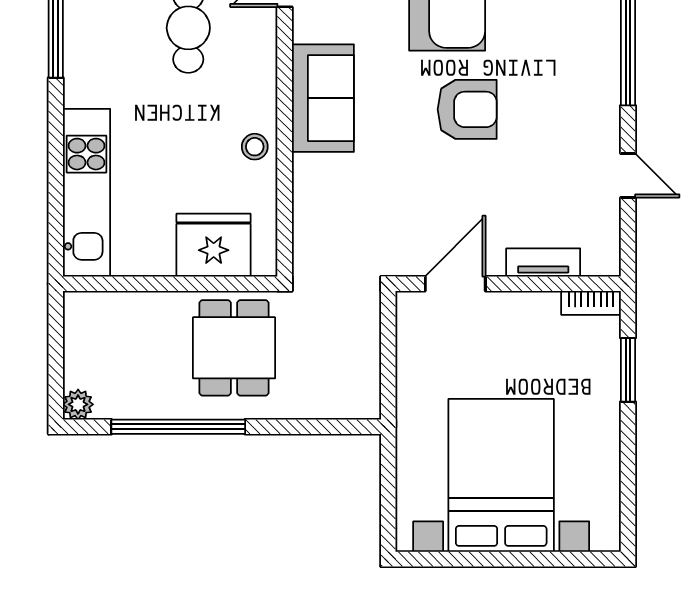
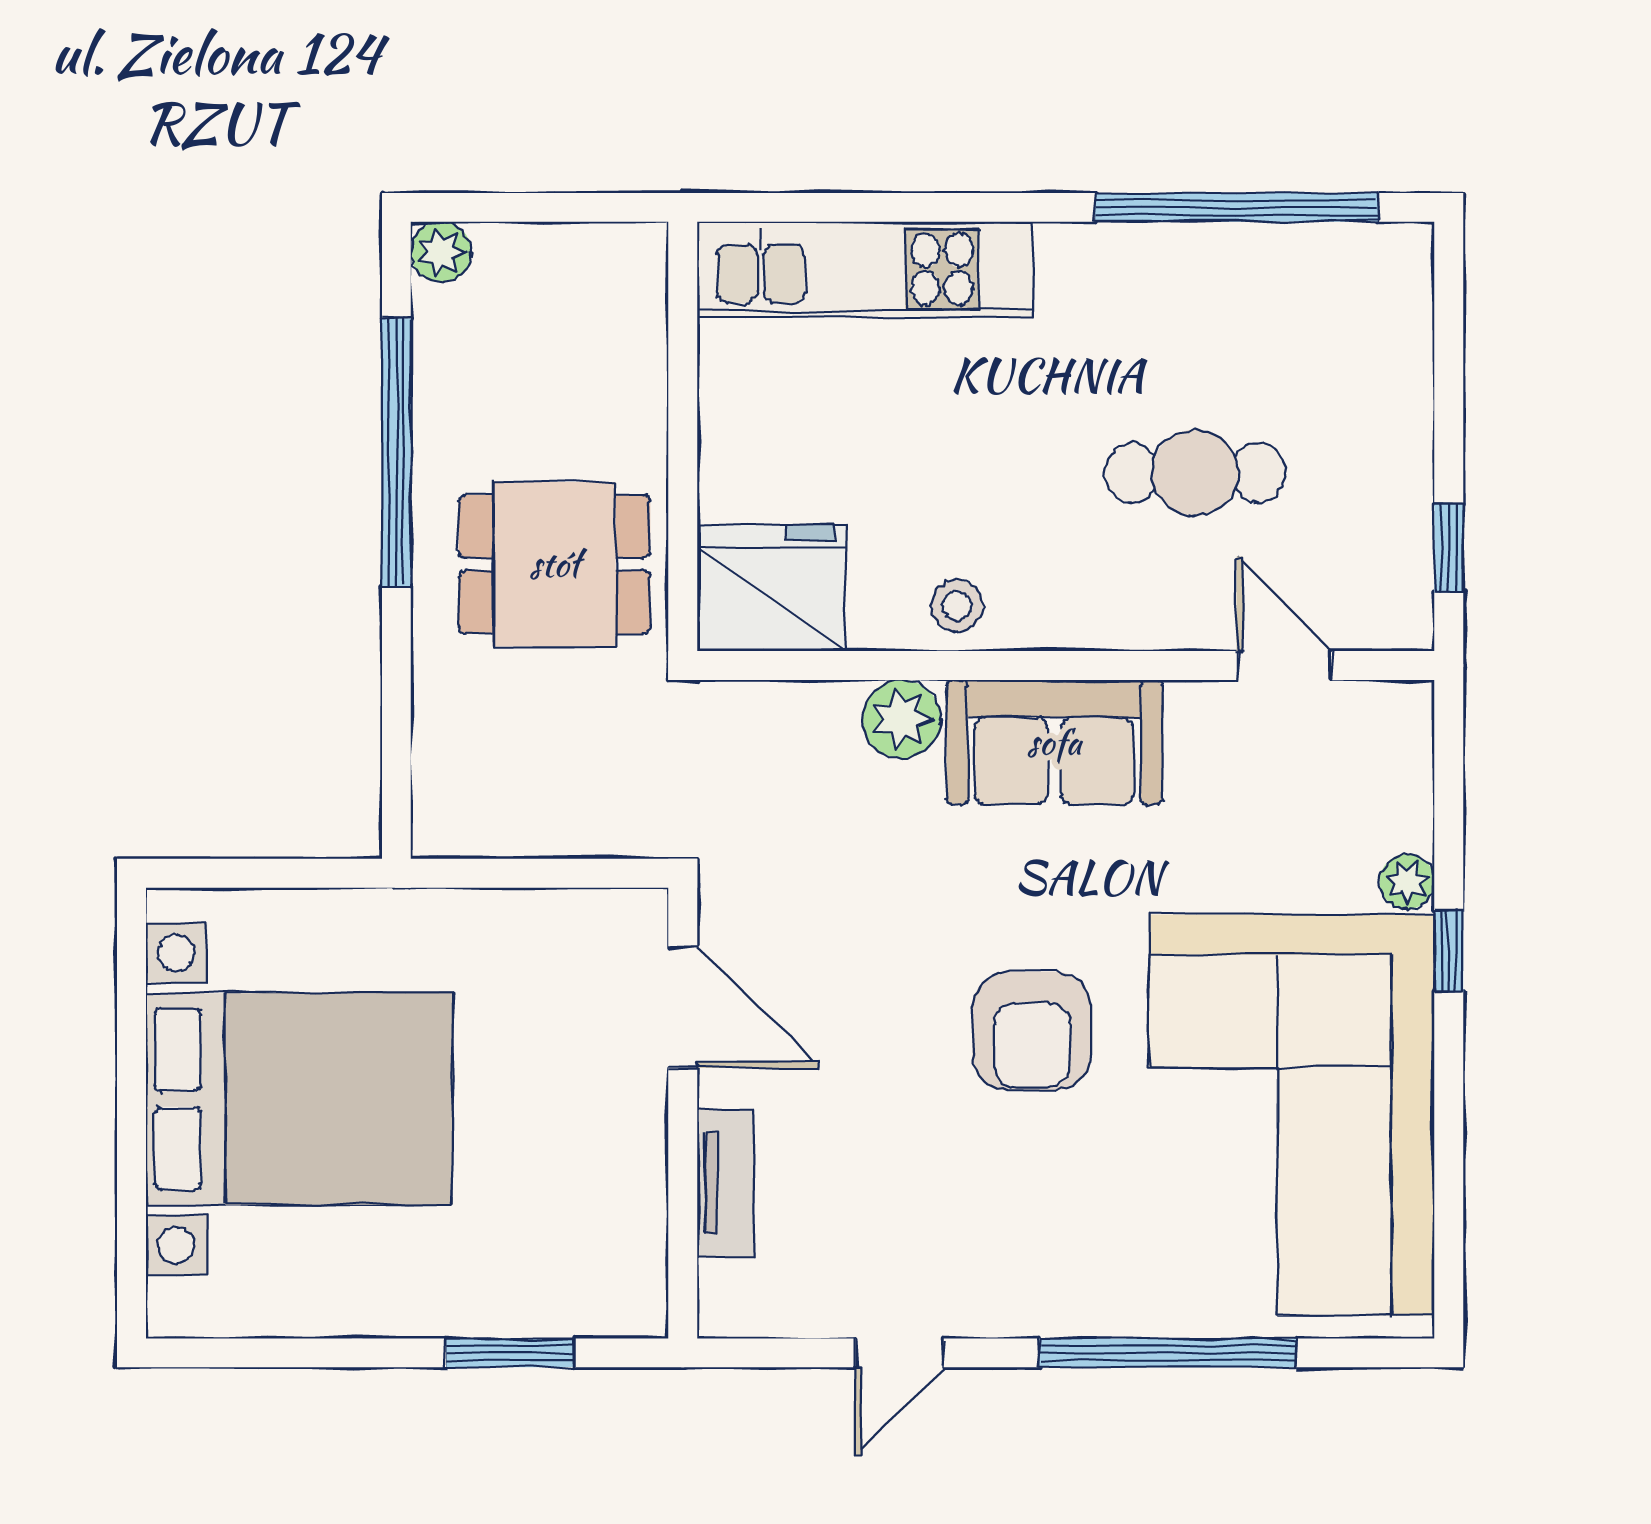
plant: (311, 174) -> (902, 719), added
fridge: (214, 245) -> (771, 588), moved, turned -90
bookcase: (591, 303) -> (644, 1279), removed

